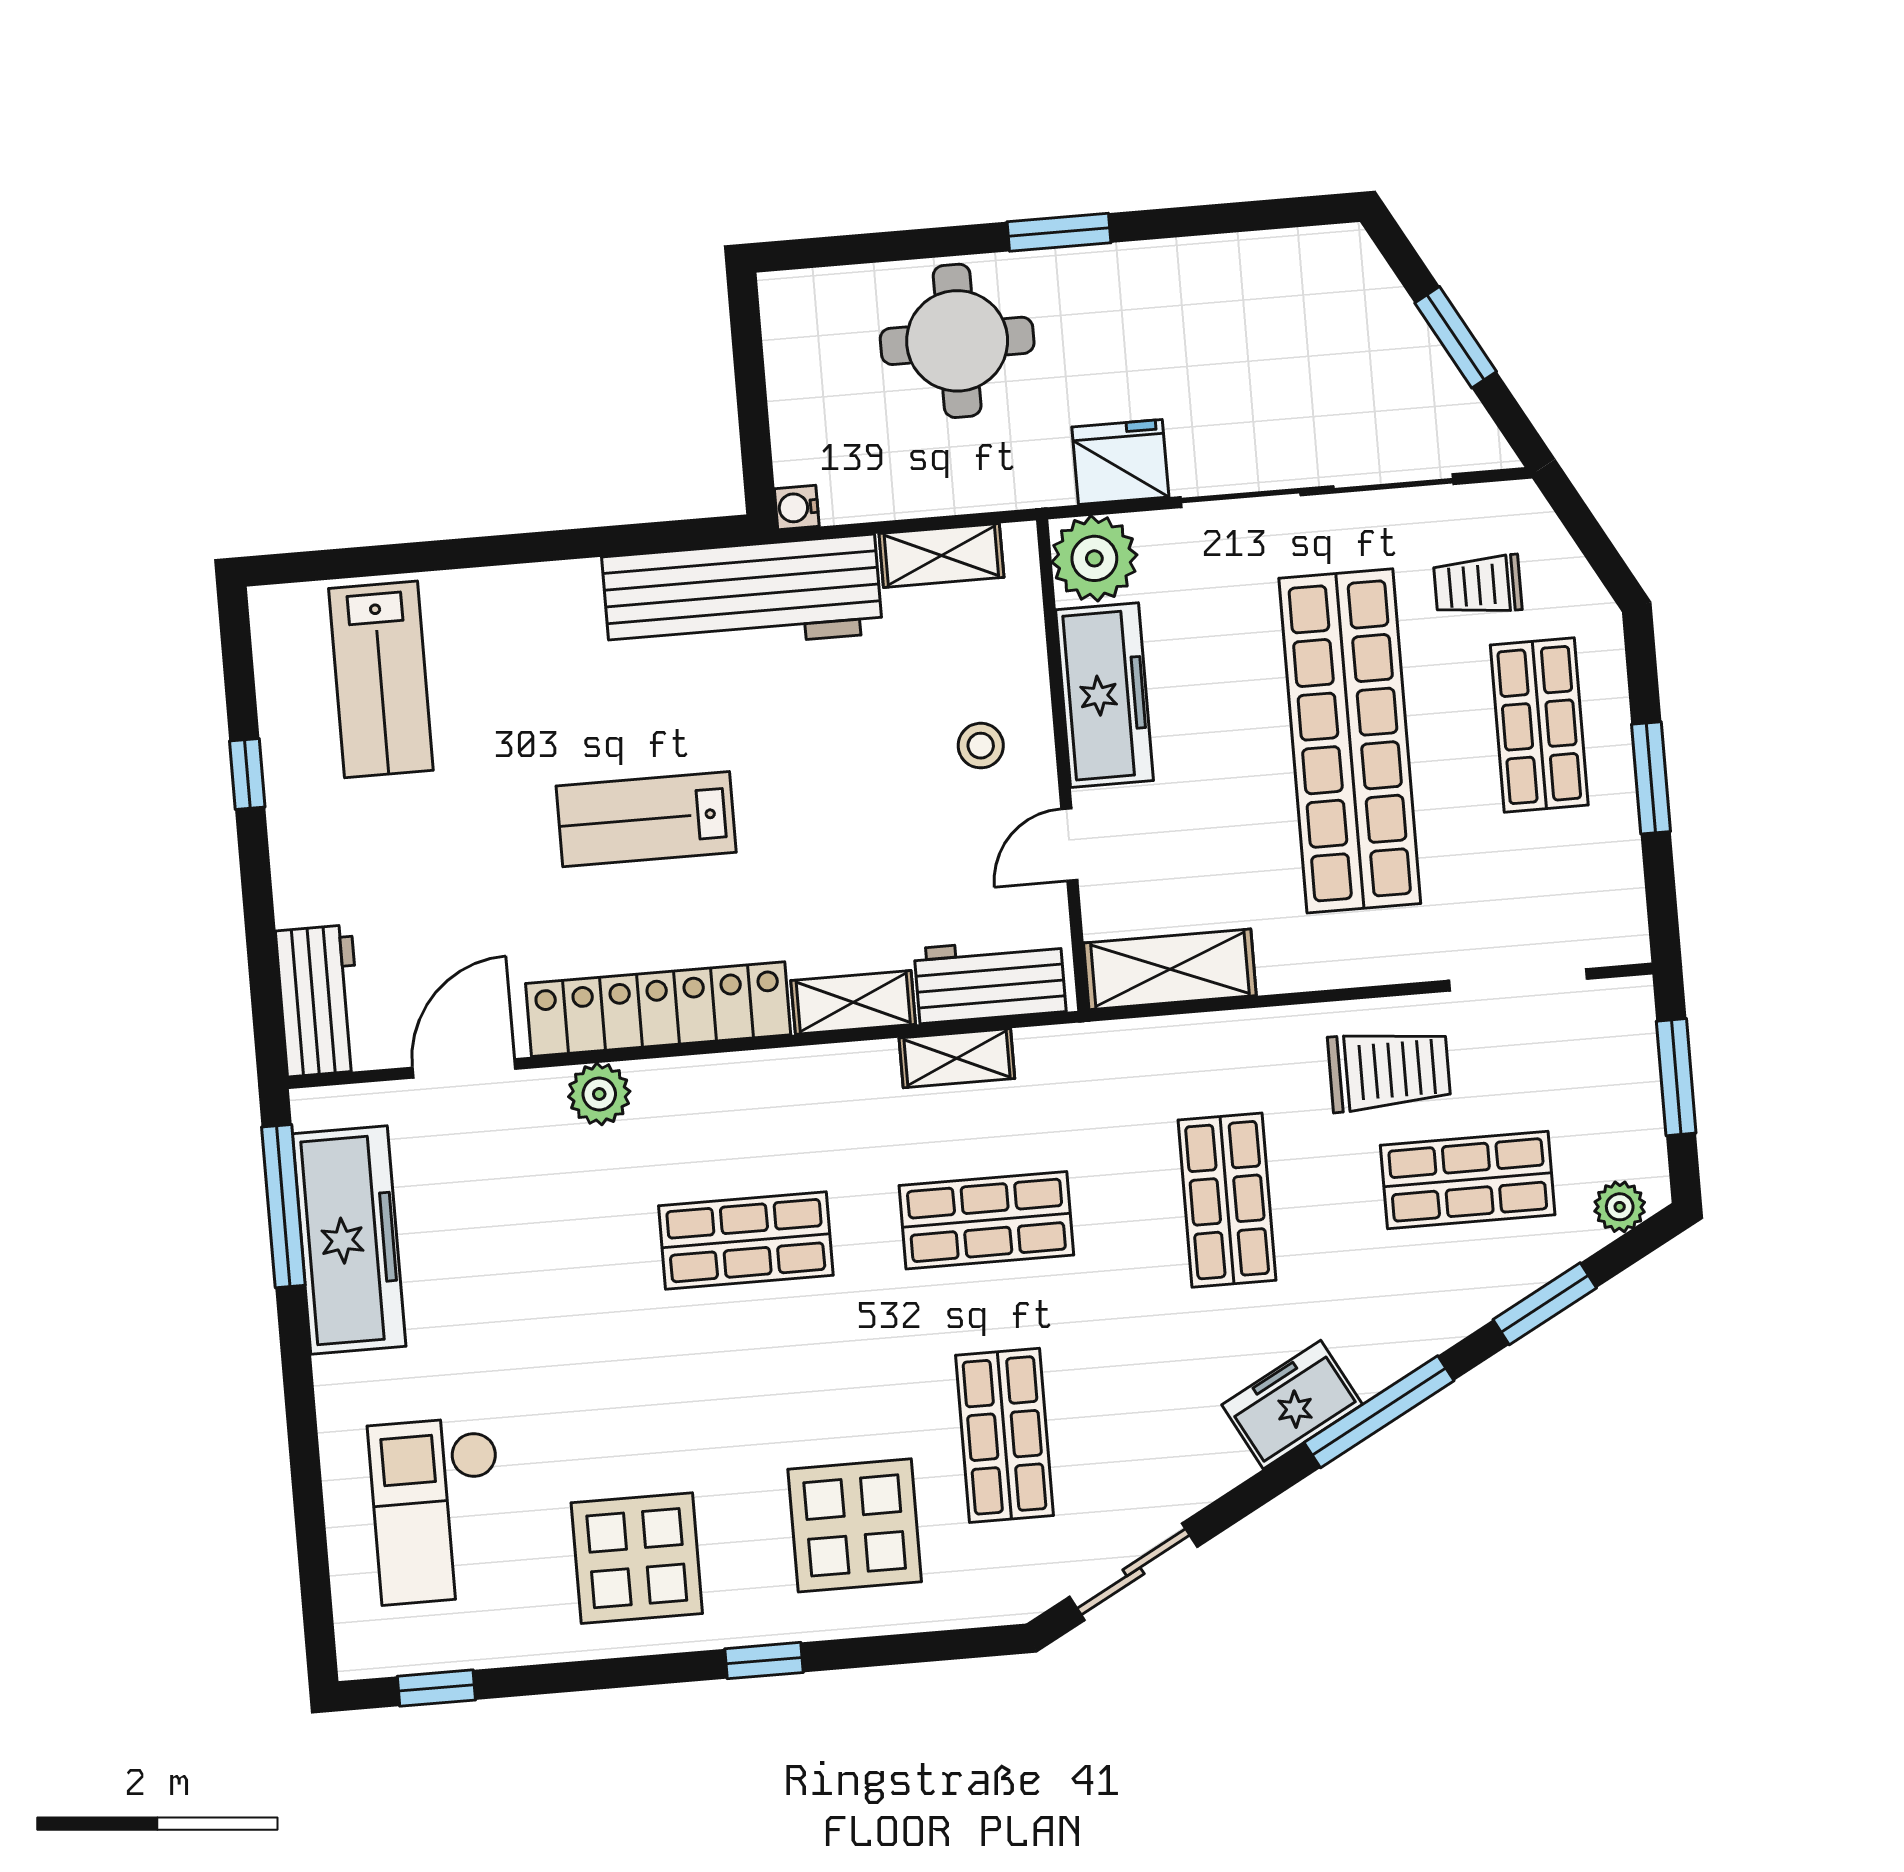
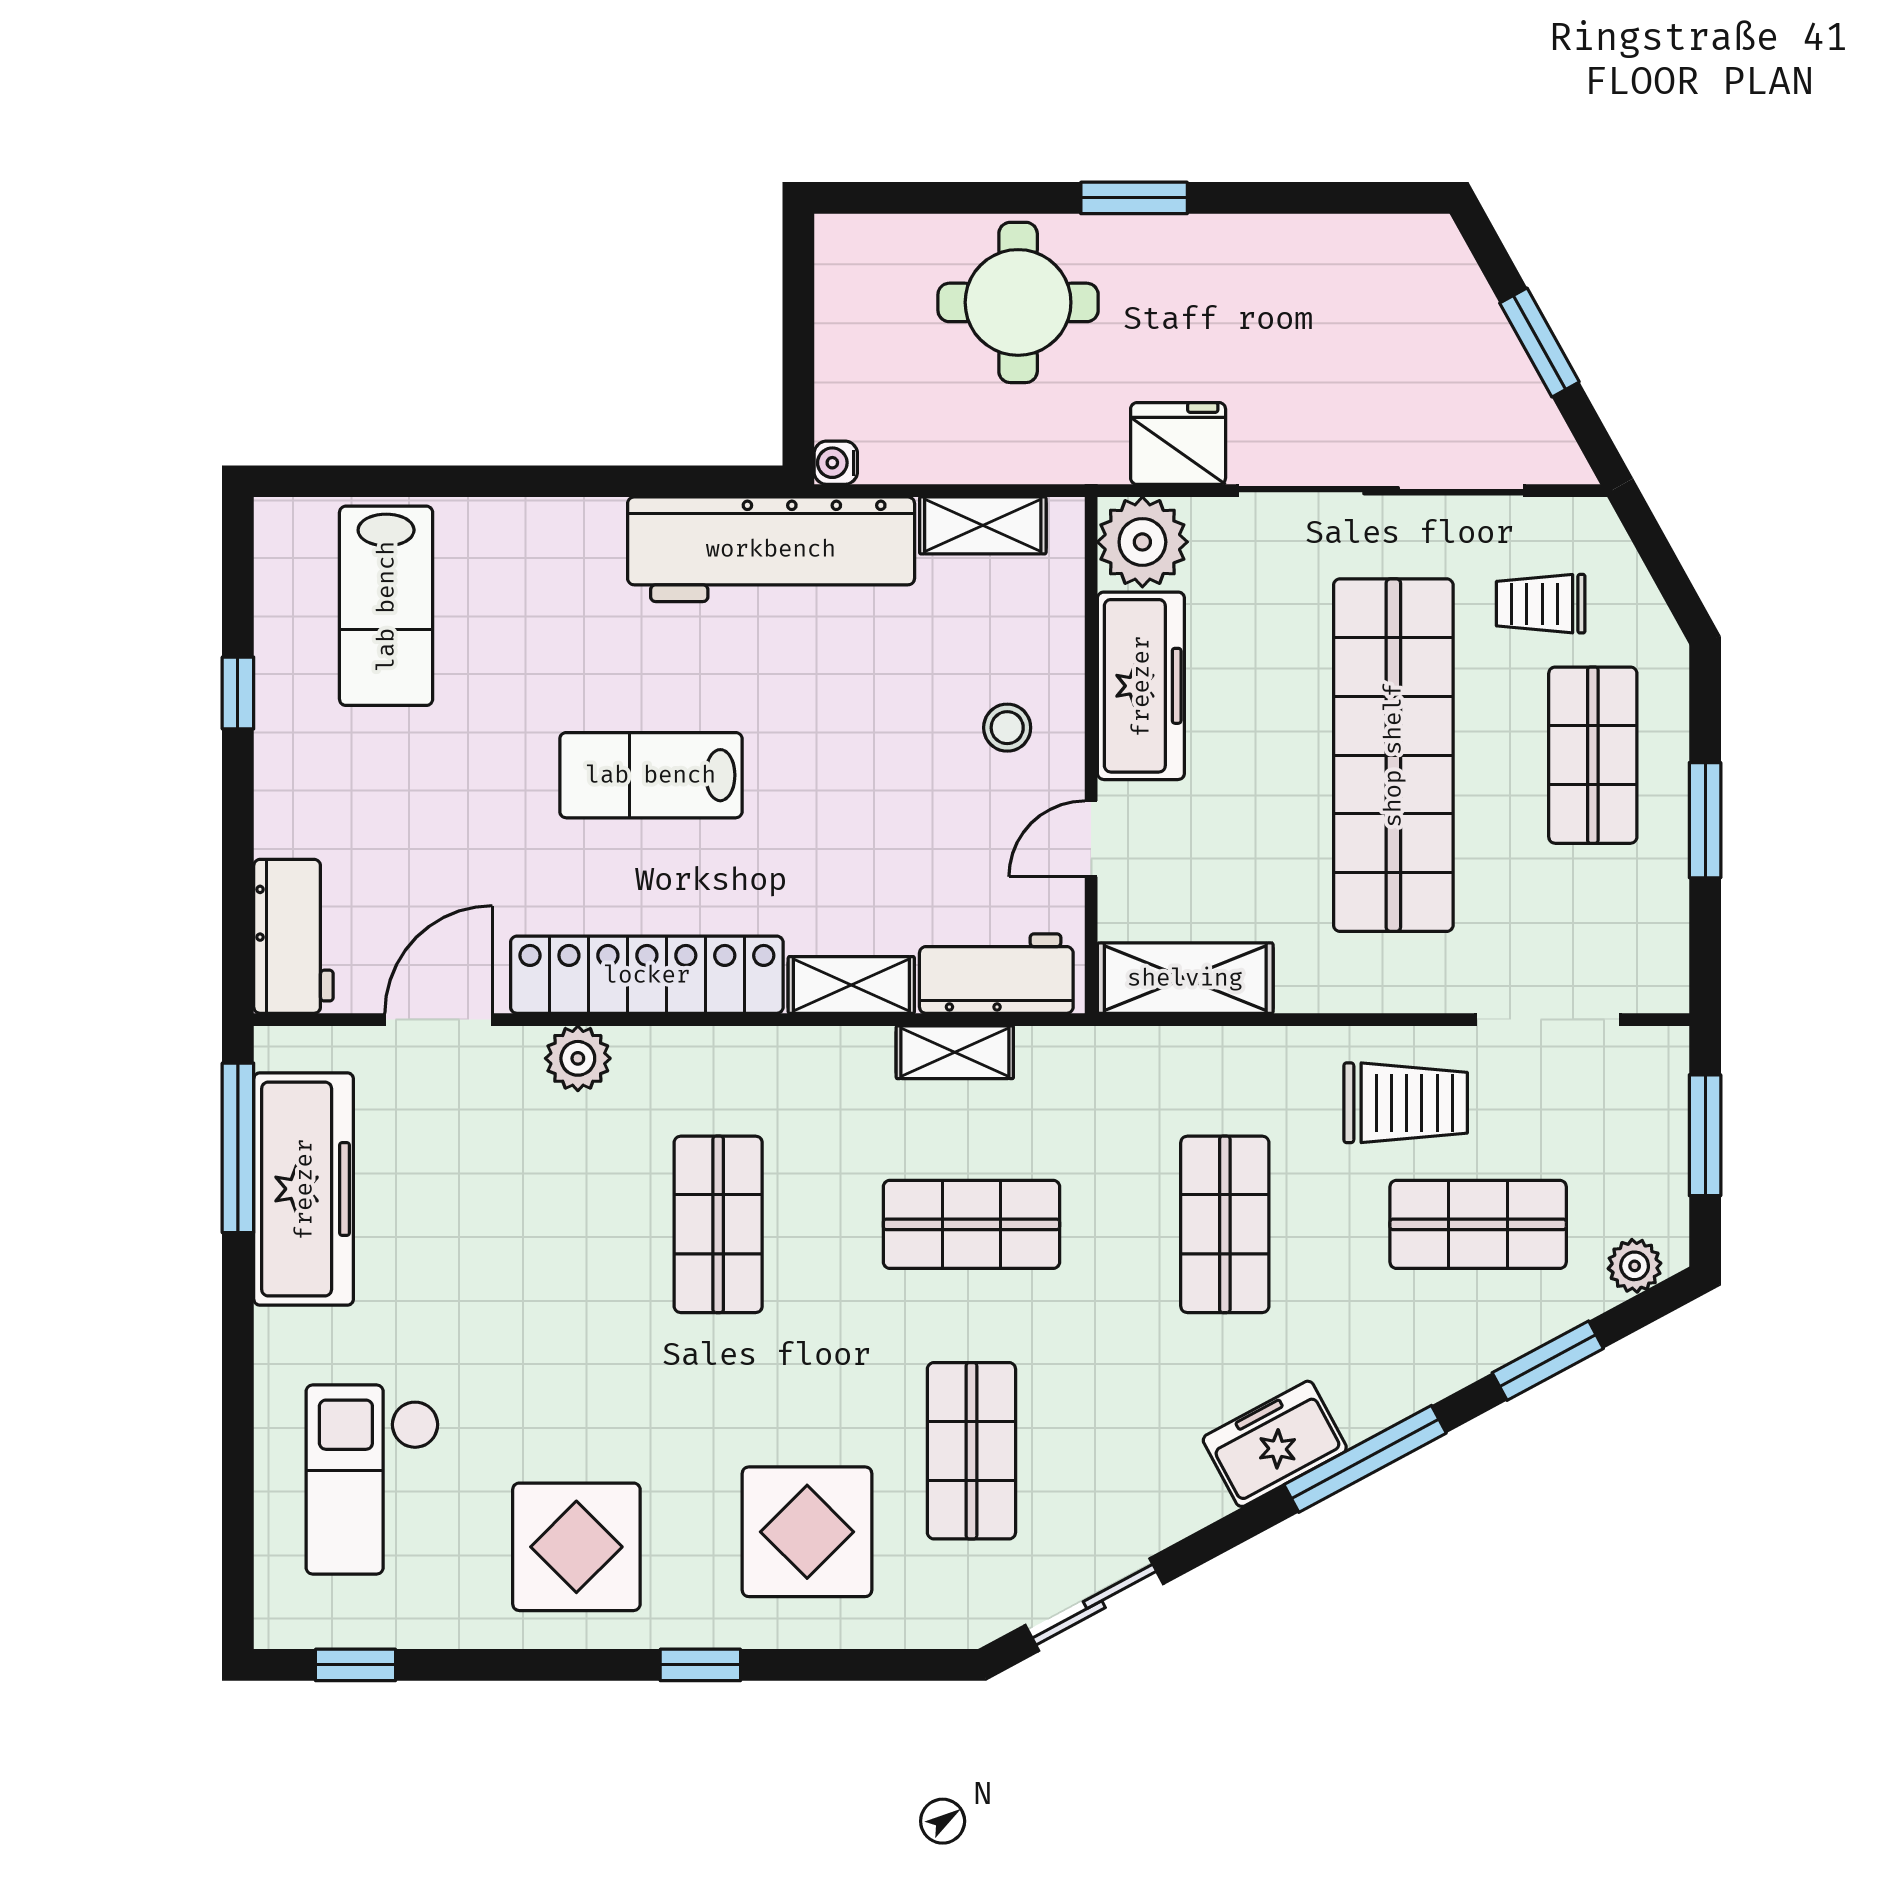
shop shelf: (746, 1241) -> (718, 1224), turned 90

